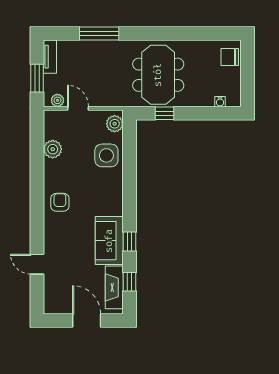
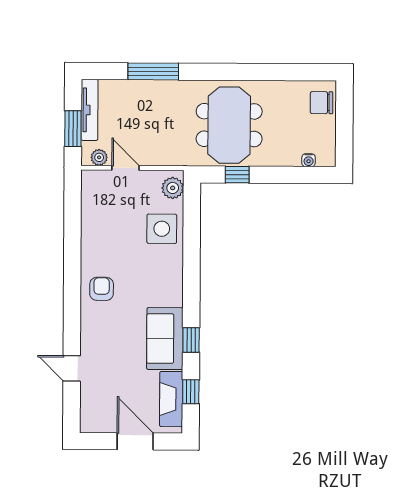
tv unit: (50, 57) -> (90, 110), width x1.41
plant: (53, 149) -> (93, 220), removed

